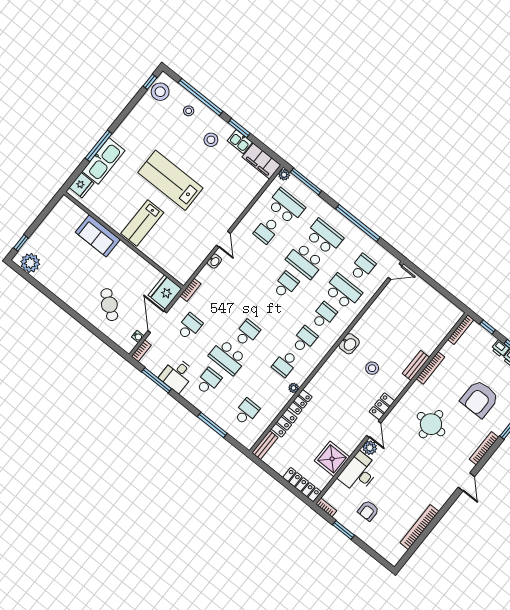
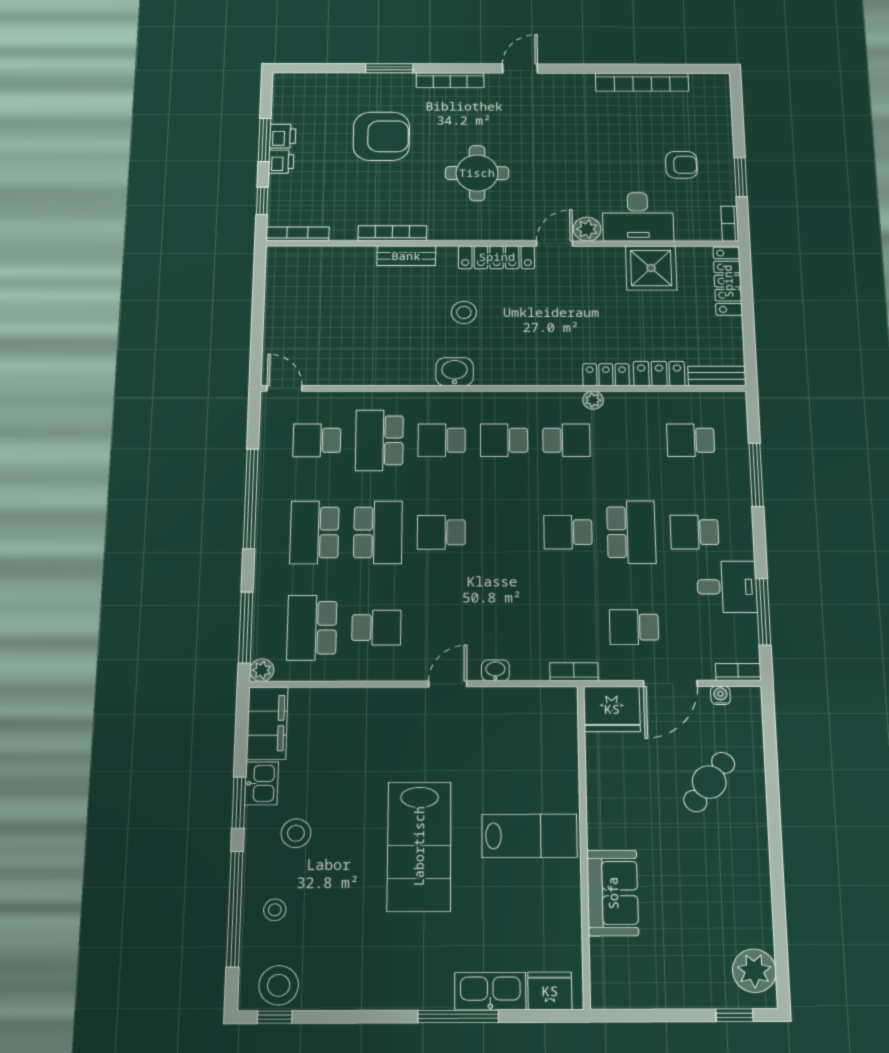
kitchen sink: (103, 161) -> (490, 991), width x0.73, depth x0.81
locker: (382, 406) -> (497, 257), width x1.53

